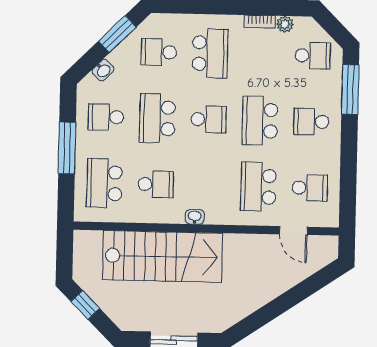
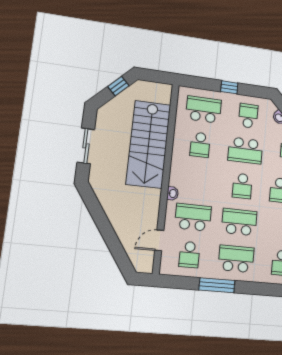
window: (350, 90) -> (217, 285), moved
school desk: (157, 118) -> (245, 151), turned 180
school desk: (311, 122) -> (236, 259), width x1.85
window: (67, 148) -> (229, 87), width x0.46
washbasin: (195, 217) -> (173, 193), moved

